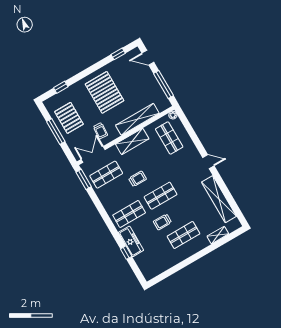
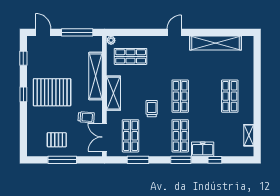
door: (148, 58) -> (43, 32), swing flipped
window: (61, 87) -> (23, 94), moved
pallet: (69, 118) -> (57, 140), width x0.67, depth x0.71
window: (84, 179) -> (138, 160), moved
trolley: (162, 222) -> (206, 109), removed
window: (110, 226) -> (181, 160), added
shelving: (218, 235) -> (249, 135), moved
freezer: (131, 241) -> (203, 149), width x0.71

